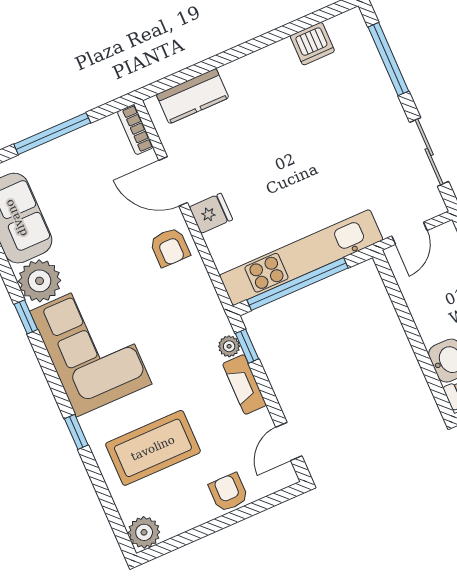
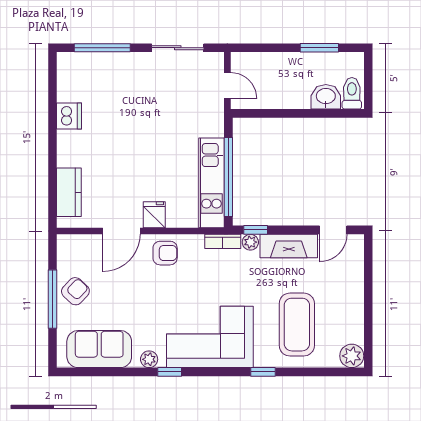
dishwasher: (312, 44) -> (69, 116), moved
bookcase: (135, 130) -> (223, 241), moved
kitchen unit: (301, 258) -> (211, 183), width x0.73
plant: (40, 281) -> (149, 359), width x0.53, depth x0.53
fireplace: (244, 385) -> (289, 246), width x1.37, depth x1.32
door: (289, 442) -> (333, 230), hinge flipped
armchair: (228, 492) -> (75, 291), moved, turned 133

